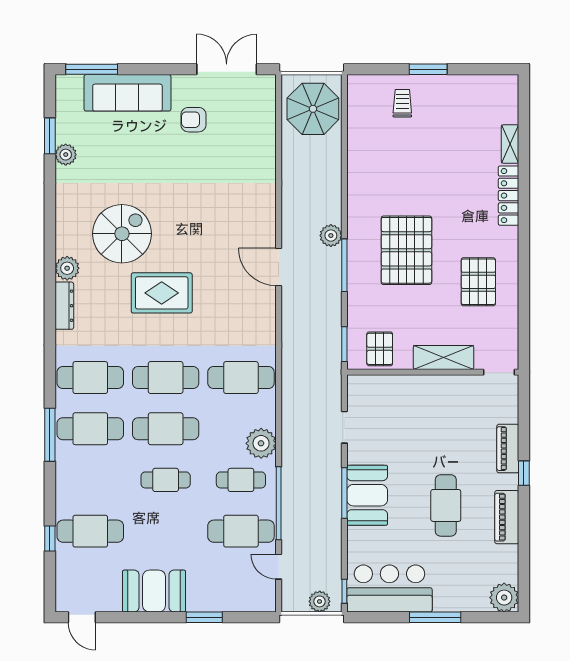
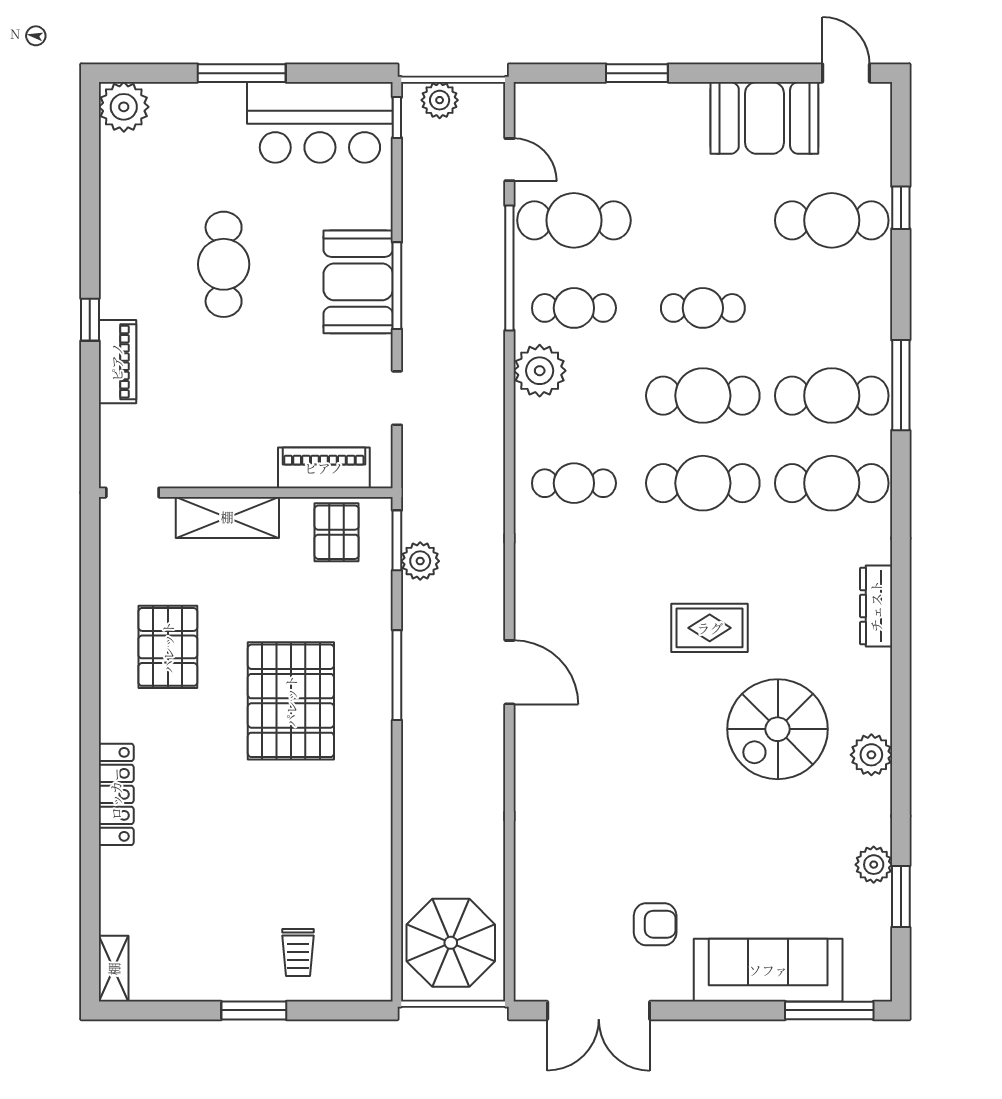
shelving: (510, 144) -> (114, 969), moved
plant: (331, 236) -> (420, 561), moved
plant: (67, 268) -> (871, 755), moved
rug: (162, 293) -> (710, 628), width x0.73, depth x0.70
cafe table: (241, 378) -> (574, 483), width x0.73, depth x0.74
piano: (507, 517) -> (324, 468), moved, turned -90
booth: (154, 591) -> (764, 118), moved

